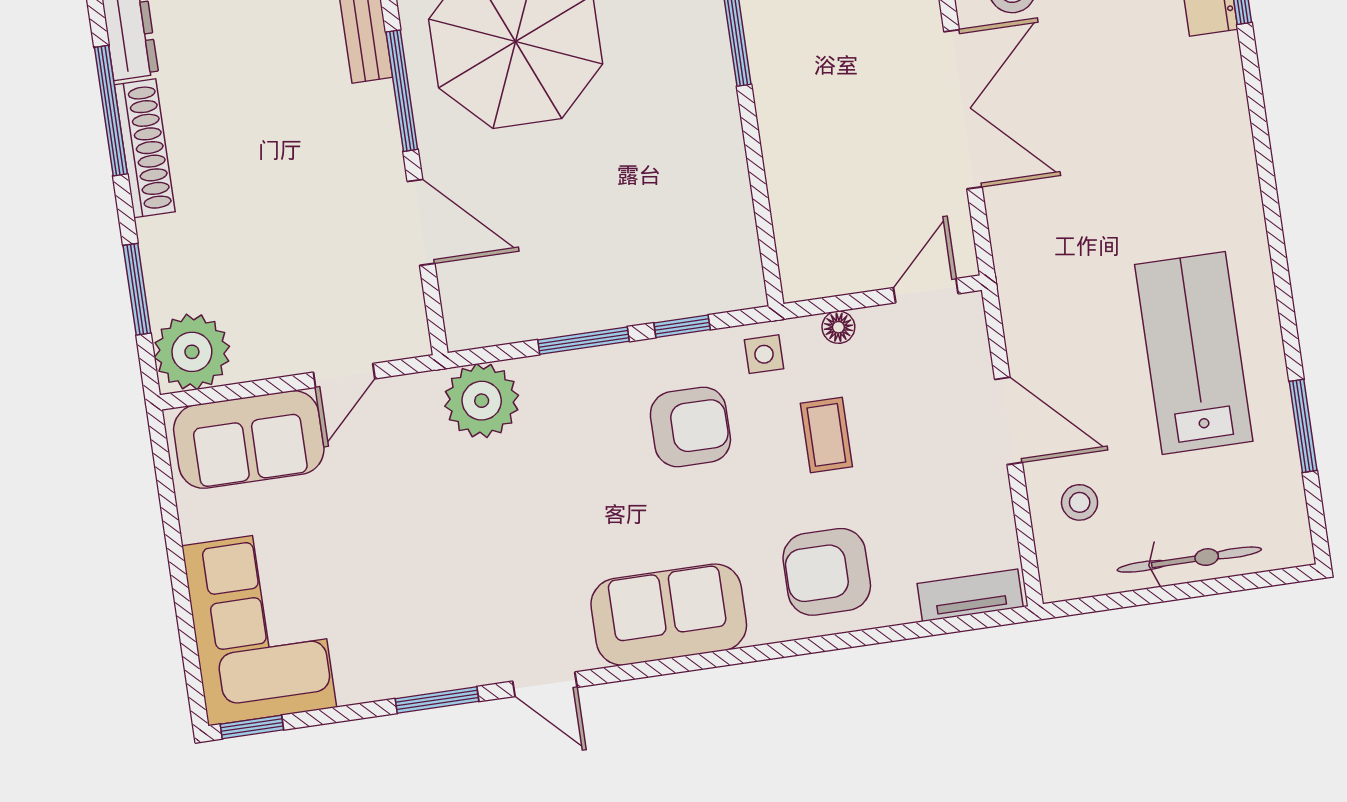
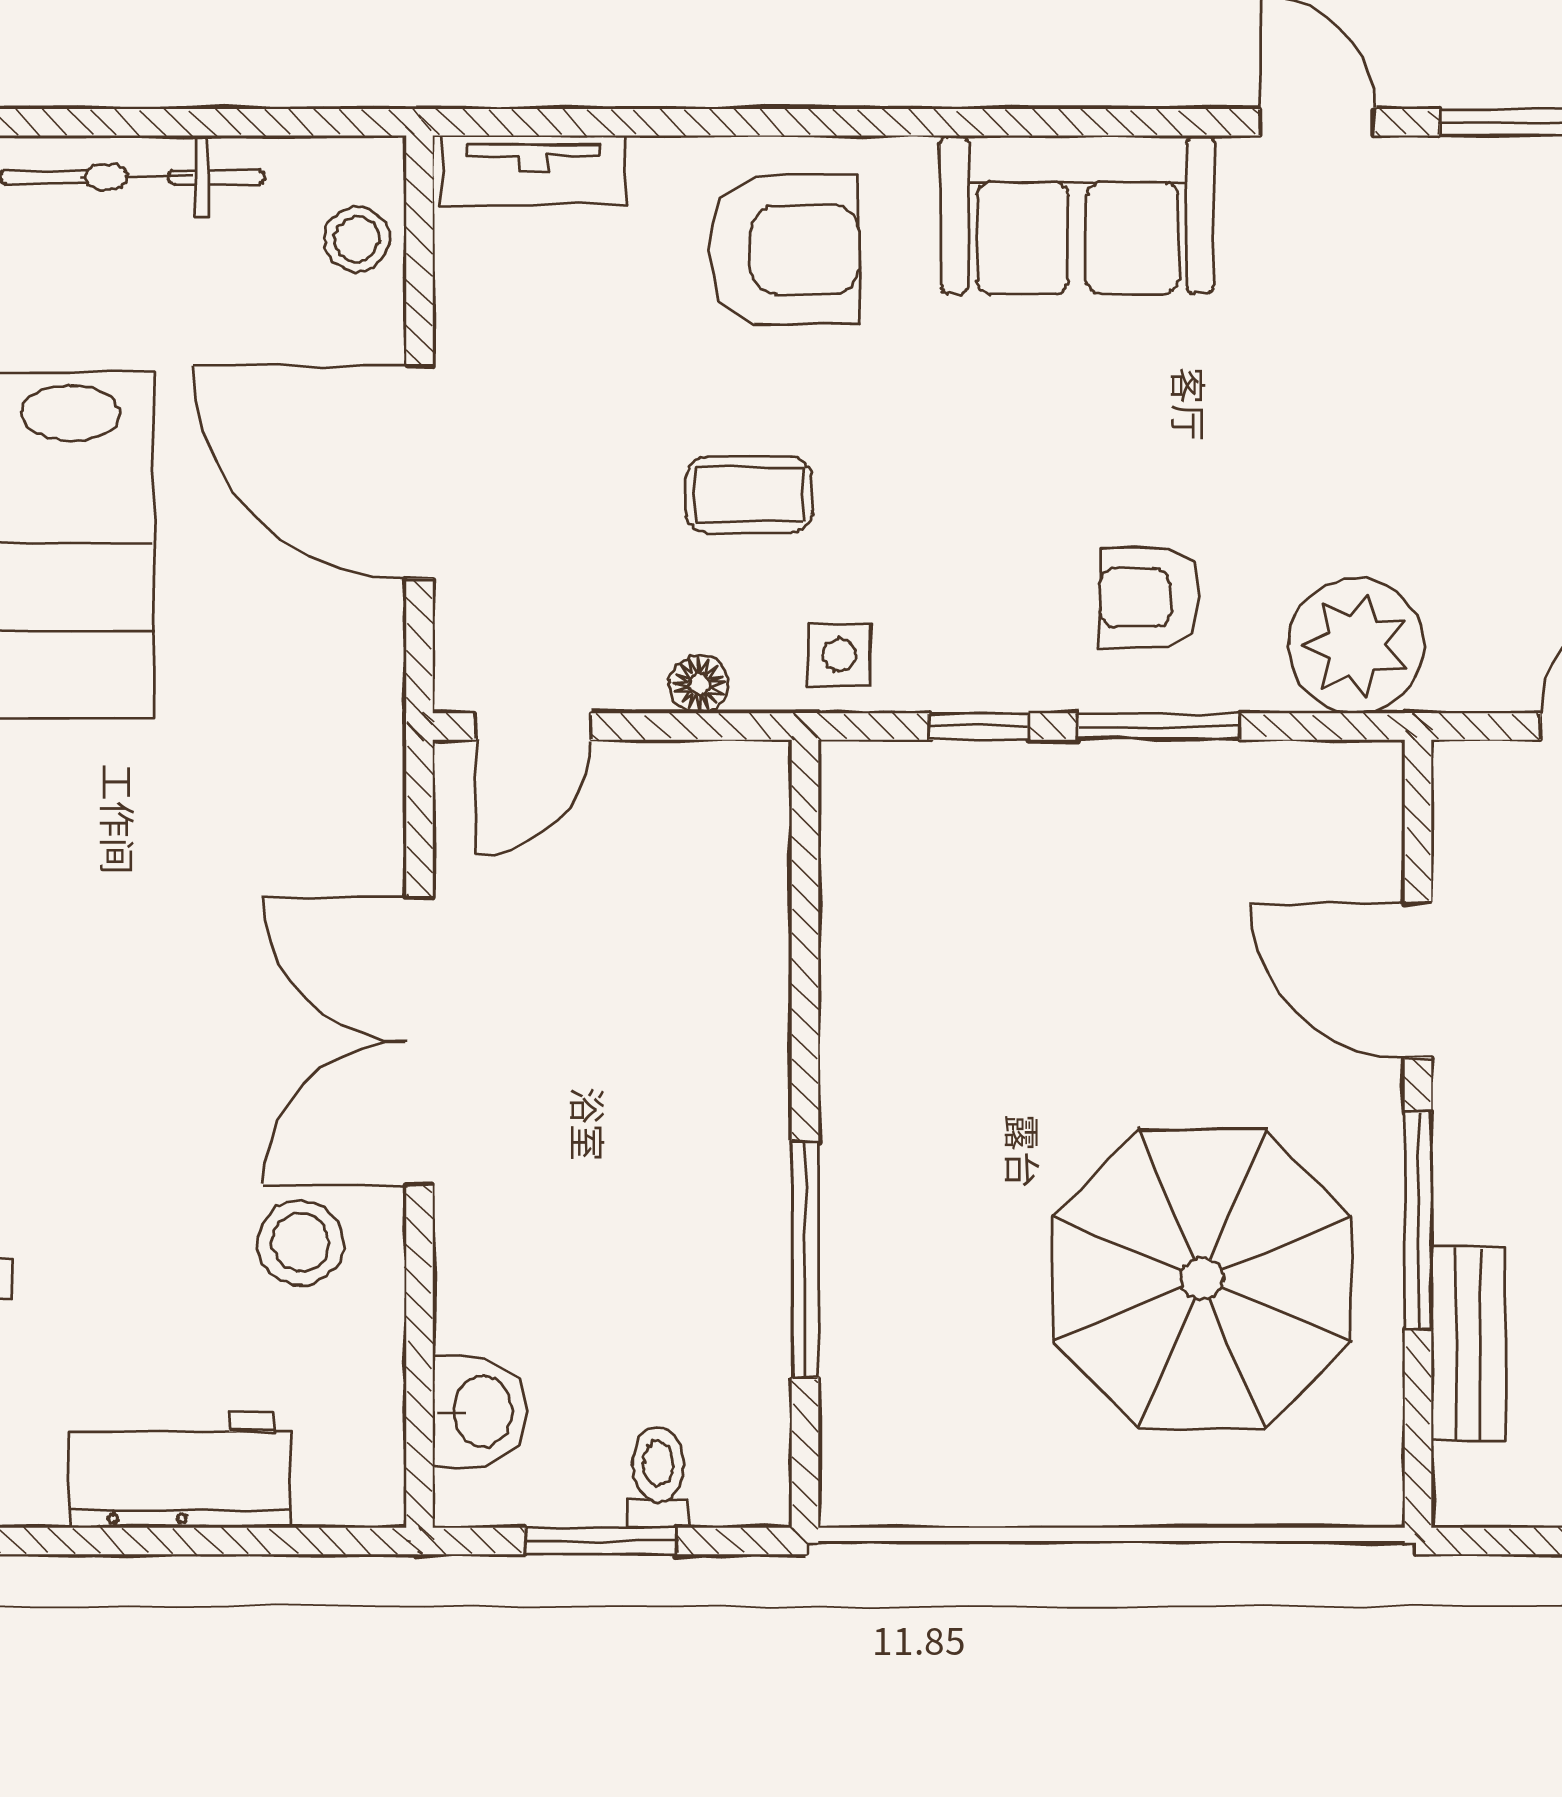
door: (1008, 421) -> (420, 472), width x1.36
armchair: (690, 427) -> (1149, 598), moved, width x0.72, depth x0.72
coffee table: (826, 435) -> (749, 494), turned 90
stool: (1080, 502) -> (357, 239), moved

